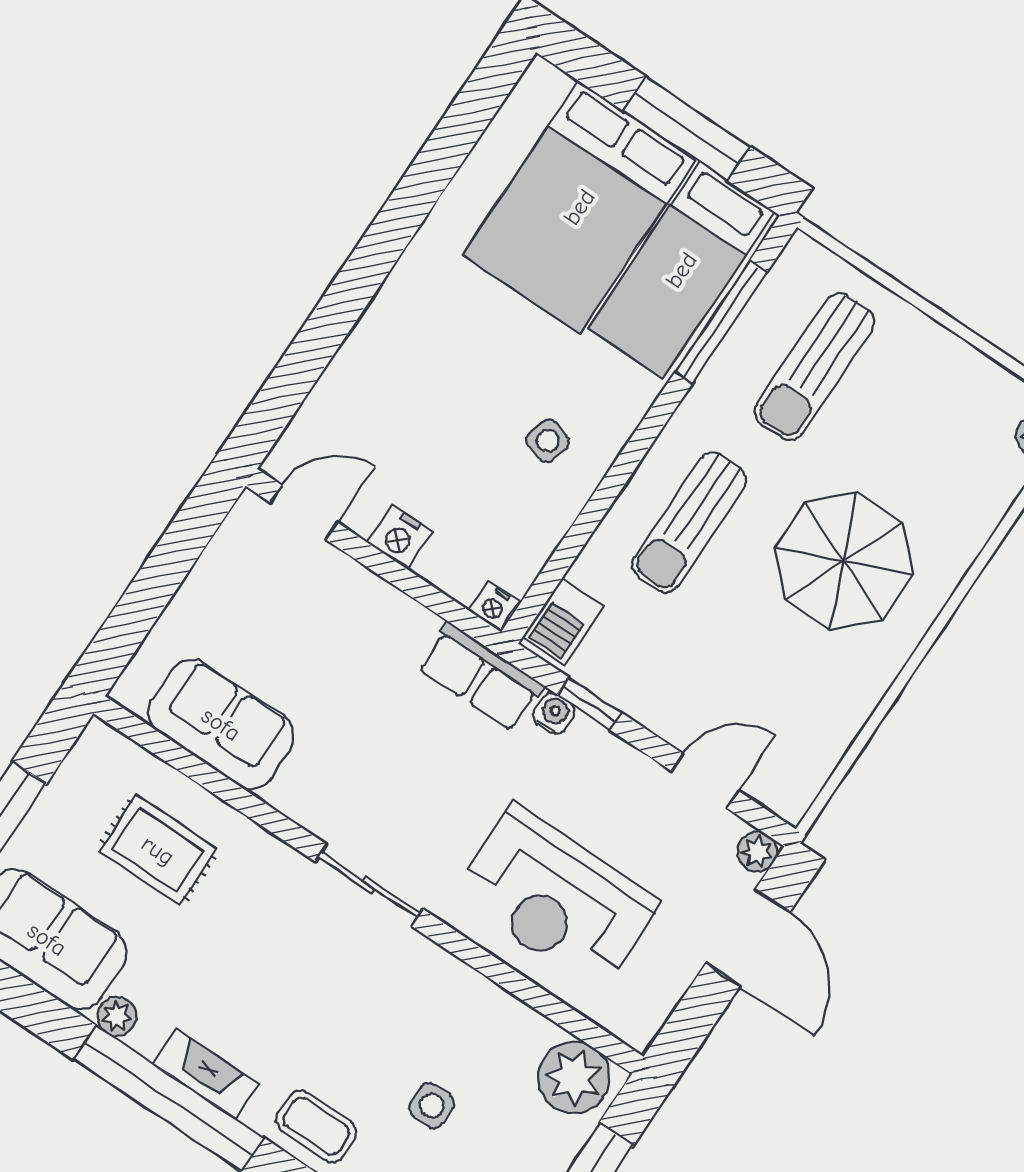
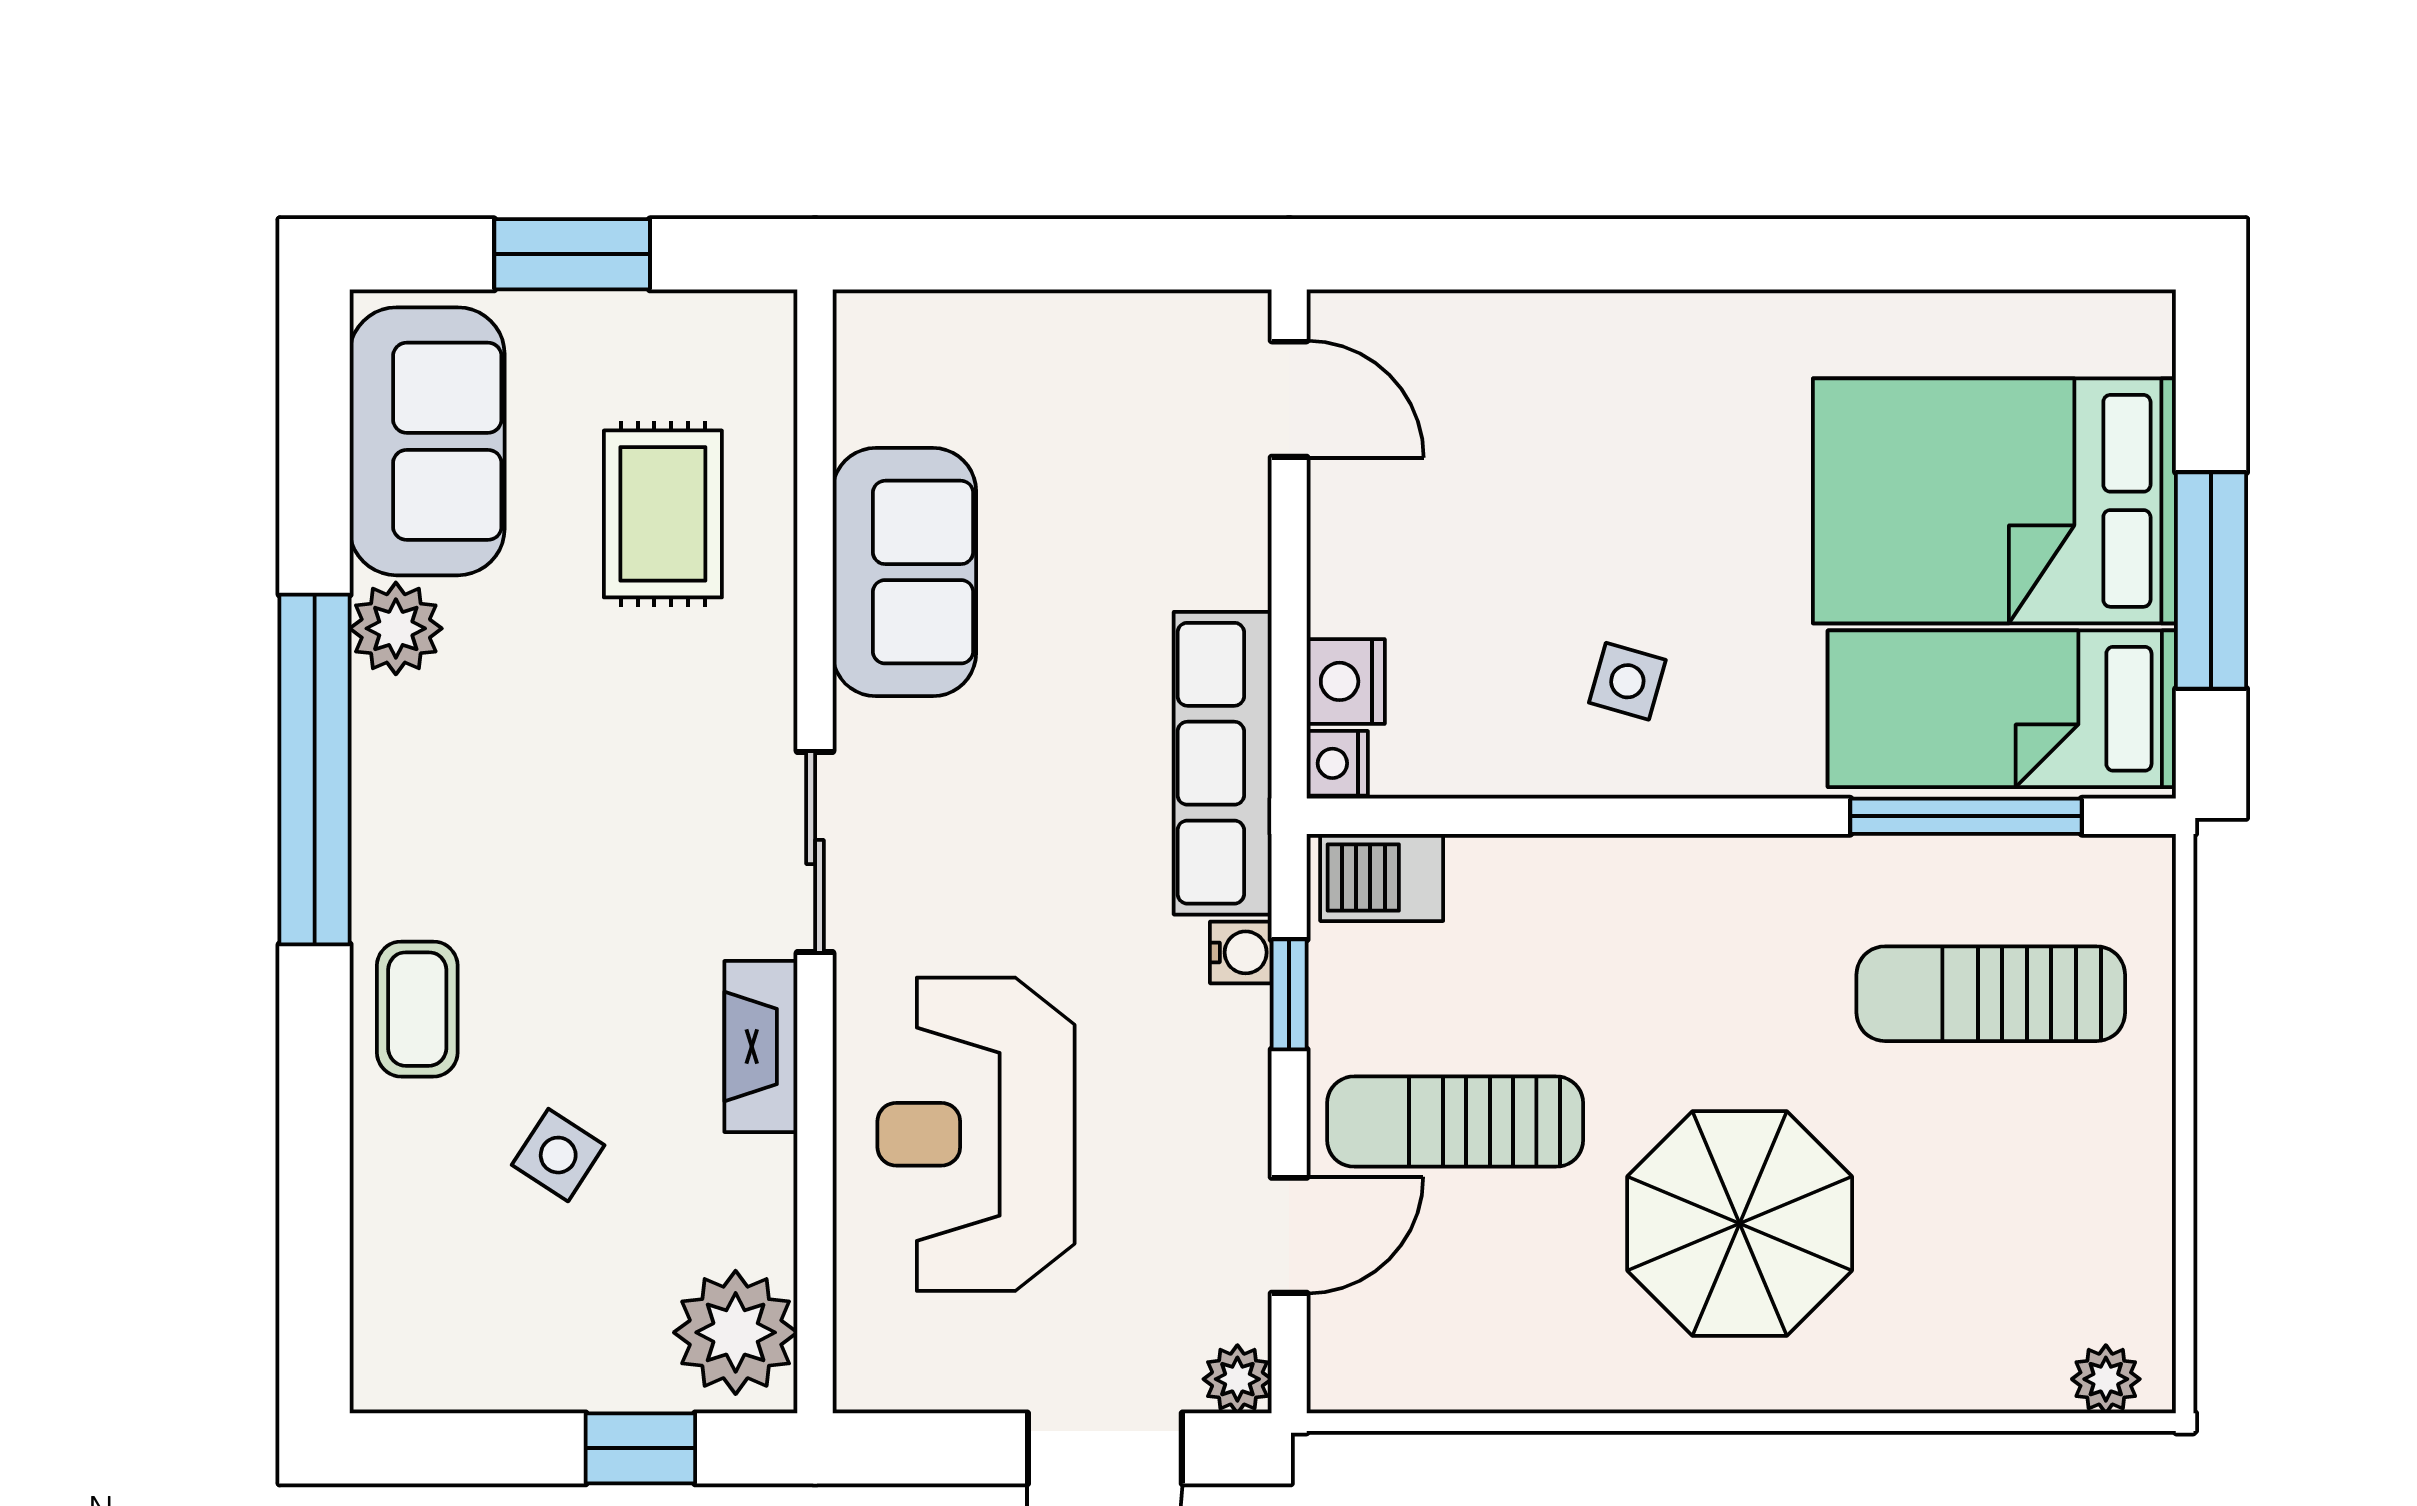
sun lounger: (689, 522) -> (1455, 1122), moved
nightstand: (400, 537) -> (1346, 681), moved
row of seats: (481, 677) -> (1223, 763), width x1.48
sofa: (221, 724) -> (904, 572), moved
door: (705, 781) -> (1289, 1235), hinge flipped
plant: (117, 1016) -> (396, 628), width x1.38, depth x1.38
fireplace: (206, 1074) -> (761, 1046), moved, turned 180
side table: (432, 1106) -> (558, 1155), turned 33

